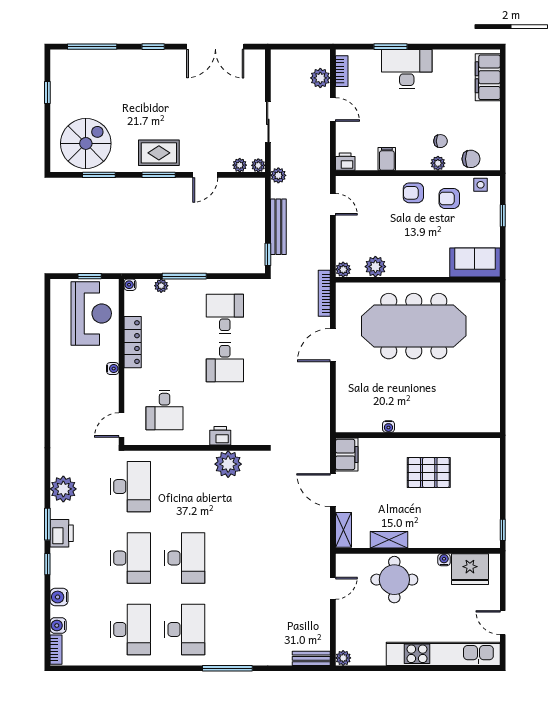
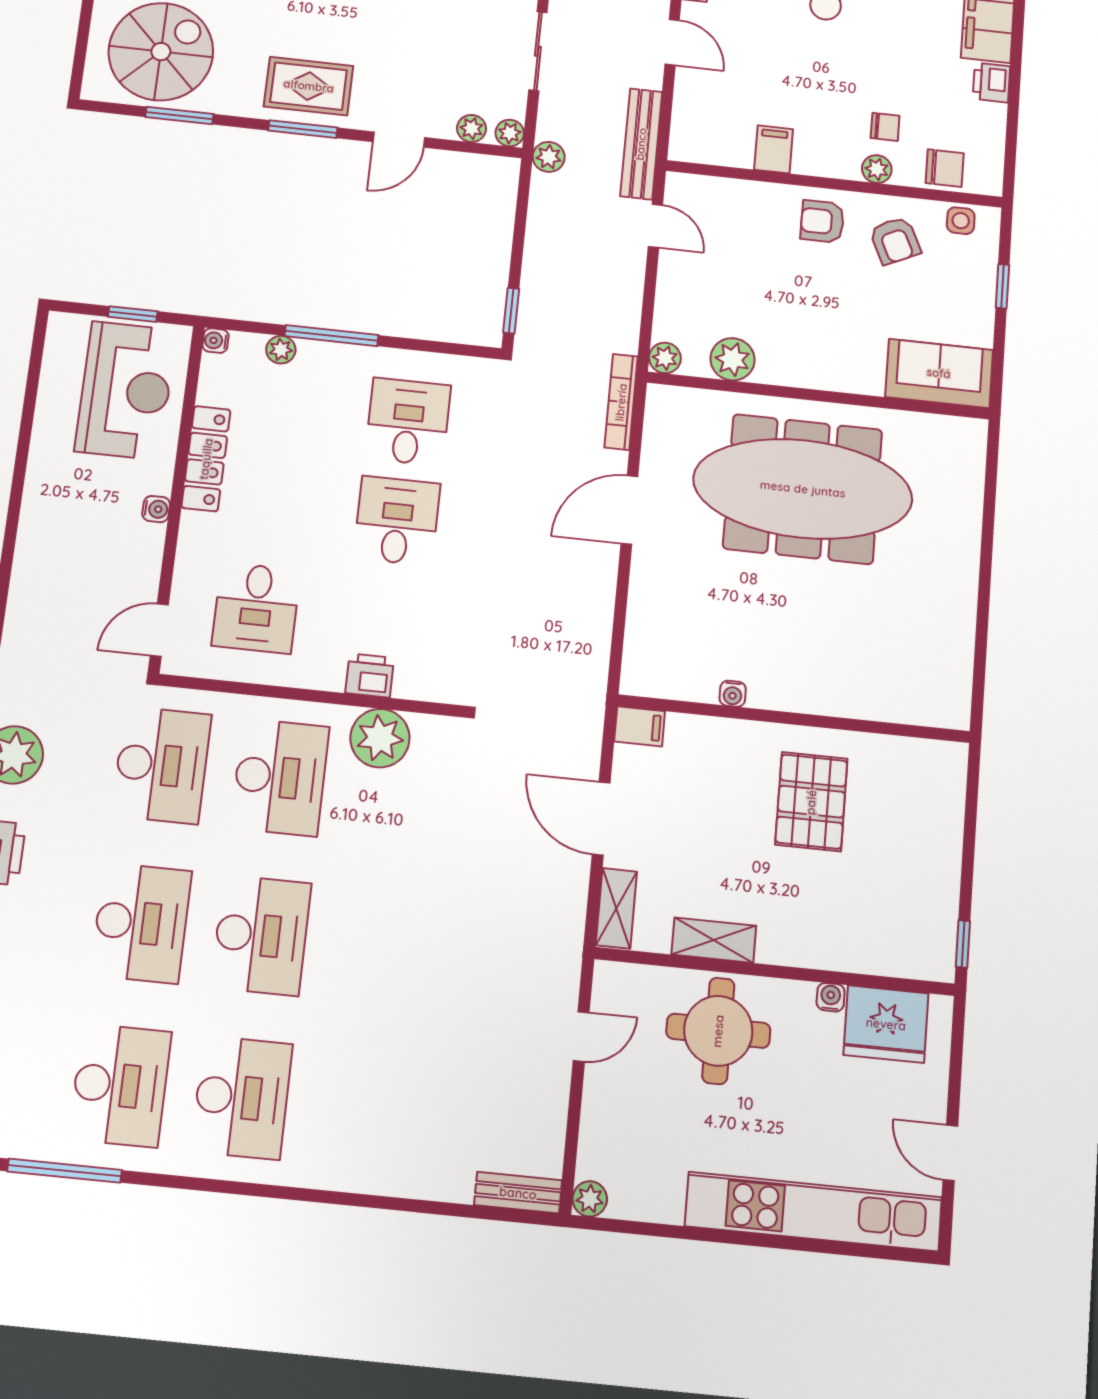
printer: (345, 162) -> (991, 83), moved, turned -90
armchair: (449, 199) -> (895, 241), turned -115
bench: (278, 227) -> (641, 144), moved
desk: (225, 362) -> (397, 521), turned 180
filing cabinet: (347, 454) -> (640, 726), width x0.50
pallet: (429, 473) -> (811, 802), turned 90
desk: (185, 487) -> (280, 777), added
window: (227, 668) -> (65, 1171), moved

